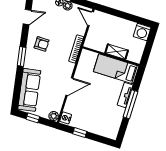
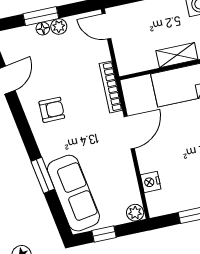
window: (22, 56) -> (43, 175), moved
door: (69, 87) -> (129, 132), moved
nightstand: (66, 118) -> (151, 182), moved

